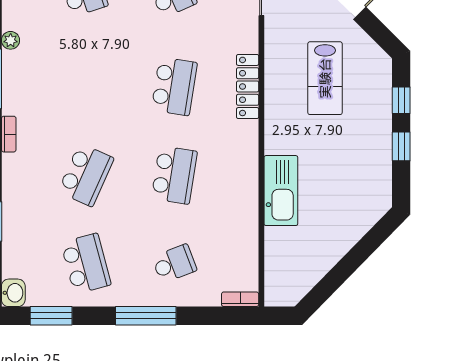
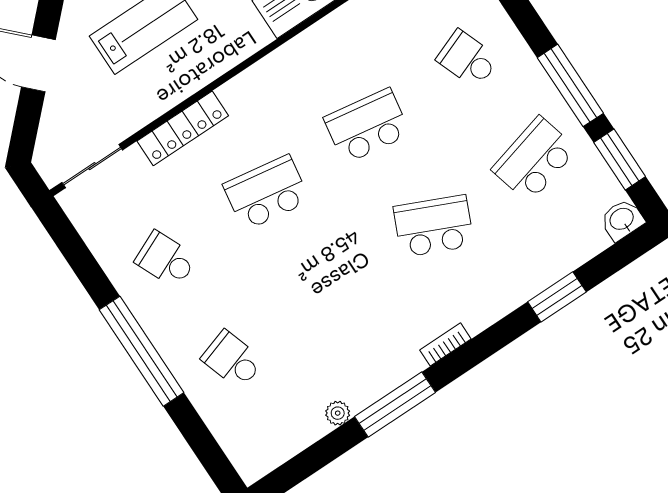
locker: (248, 86) -> (183, 128), moved
window: (146, 316) -> (570, 85), moved

